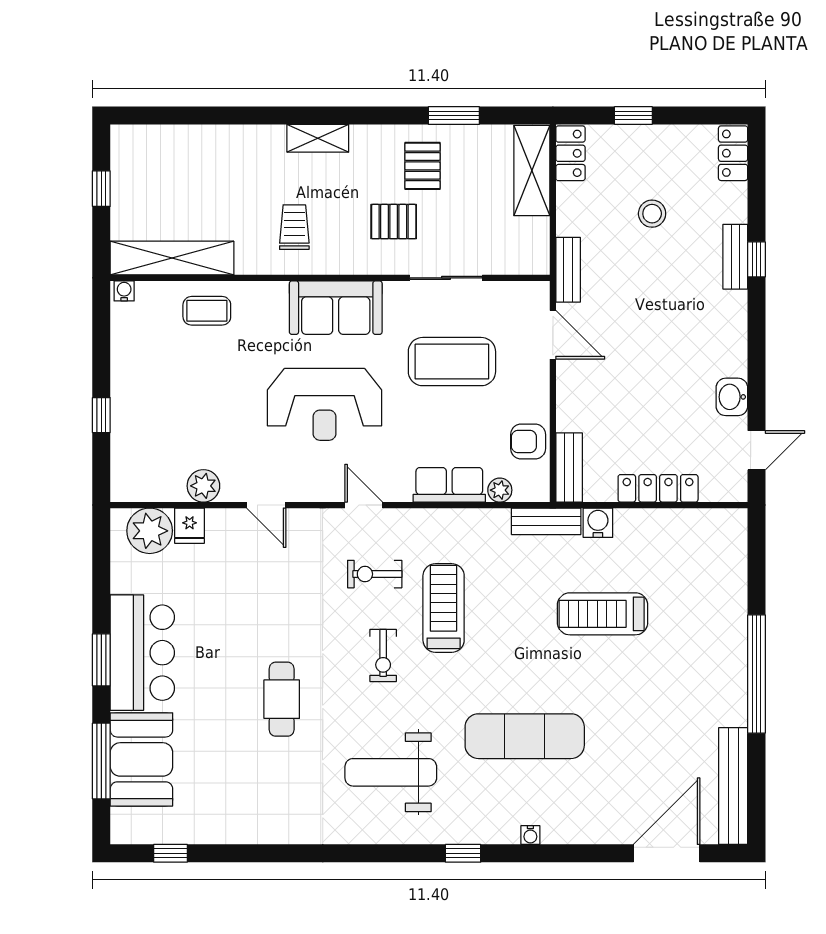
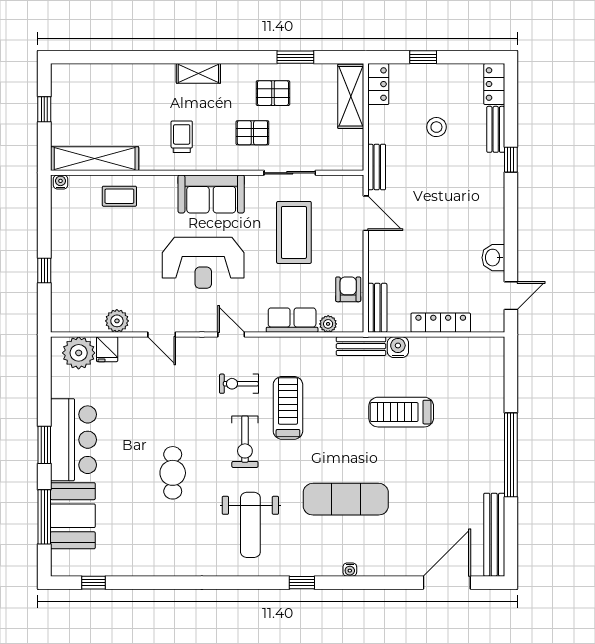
pallet: (422, 166) -> (273, 93), turned 90
bench: (735, 257) -> (496, 129), moved
coffee table: (452, 362) -> (294, 232), turned 90
armchair: (528, 442) -> (348, 289), turned 90
exercise bike: (383, 655) -> (245, 442), width x1.38, depth x1.39
weight bench: (391, 772) -> (250, 525), turned -90

